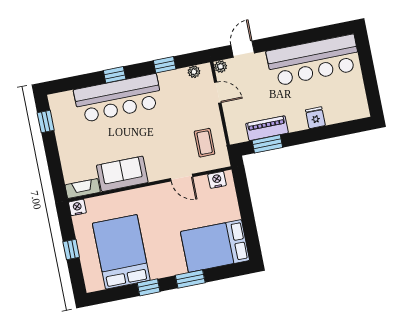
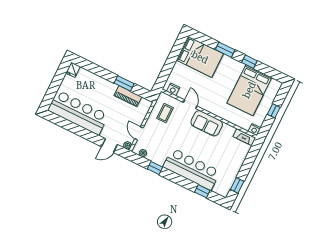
window: (115, 75) -> (202, 191), moved
fridge: (315, 118) -> (73, 70), moved
window: (267, 144) -> (124, 83), moved
sofa: (122, 174) -> (207, 123), moved

